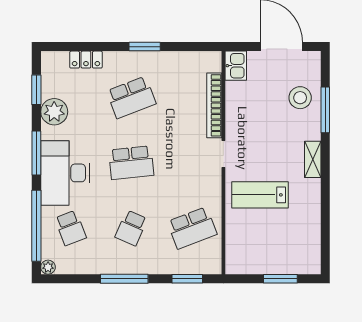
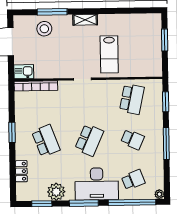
bookcase: (214, 105) -> (36, 86), moved
school desk: (131, 163) -> (89, 140), turned 30
school desk: (192, 228) -> (132, 99), turned 33

